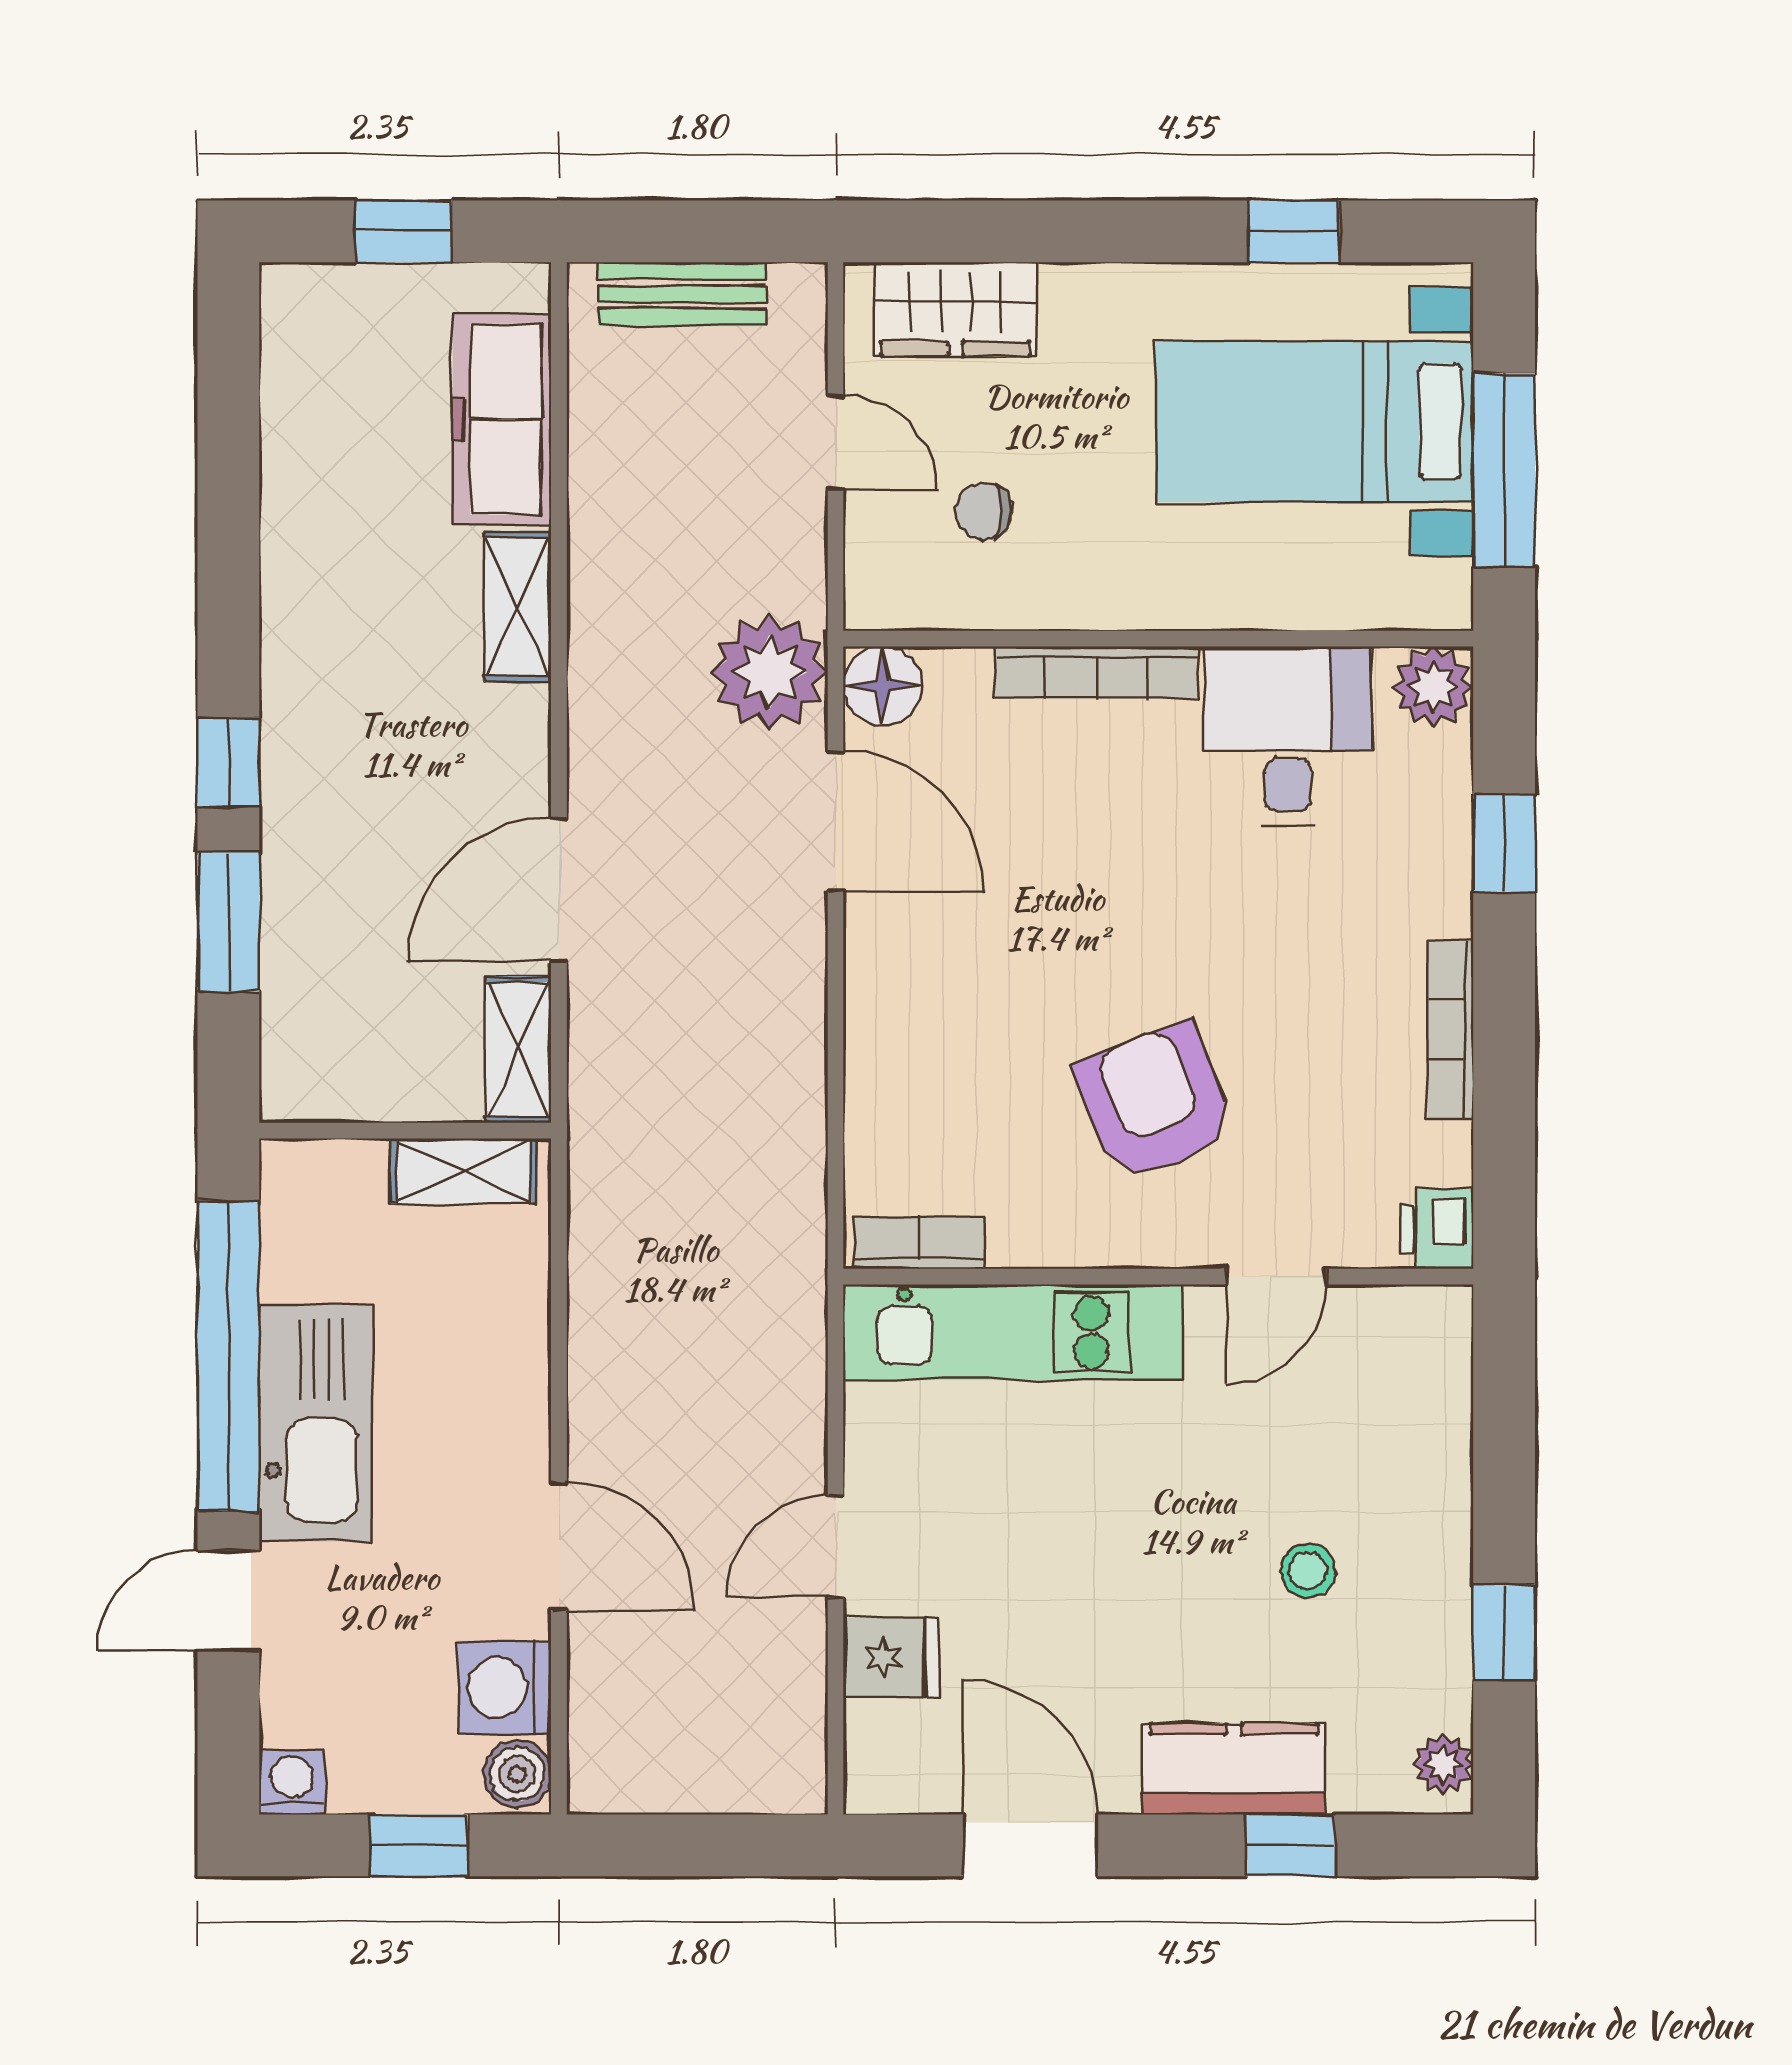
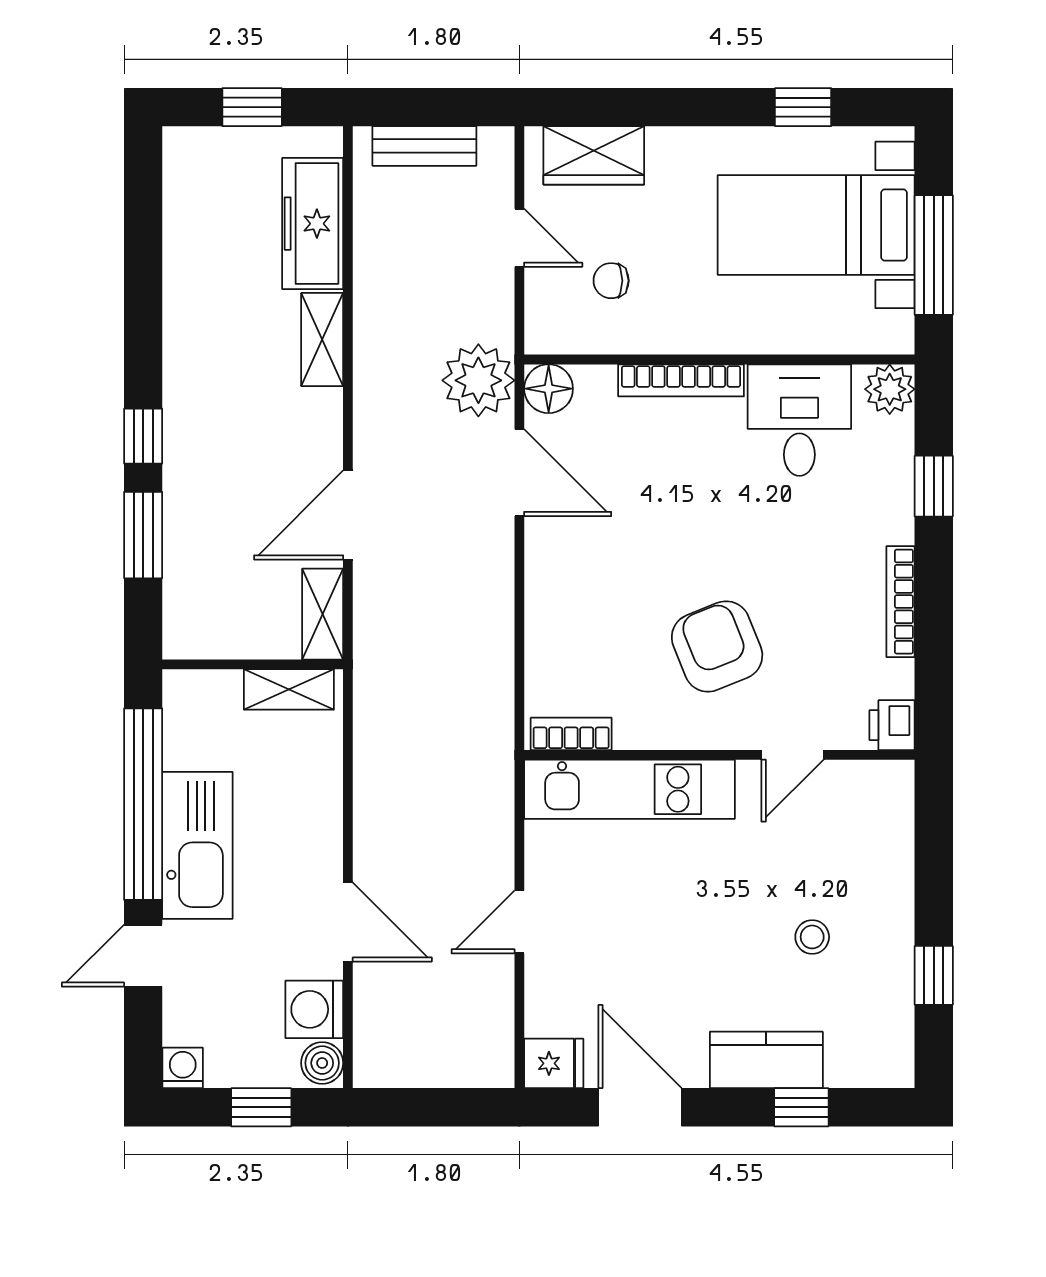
fridge: (891, 1658) -> (554, 1063), moved
plant: (1444, 1764) -> (896, 1057), removed

